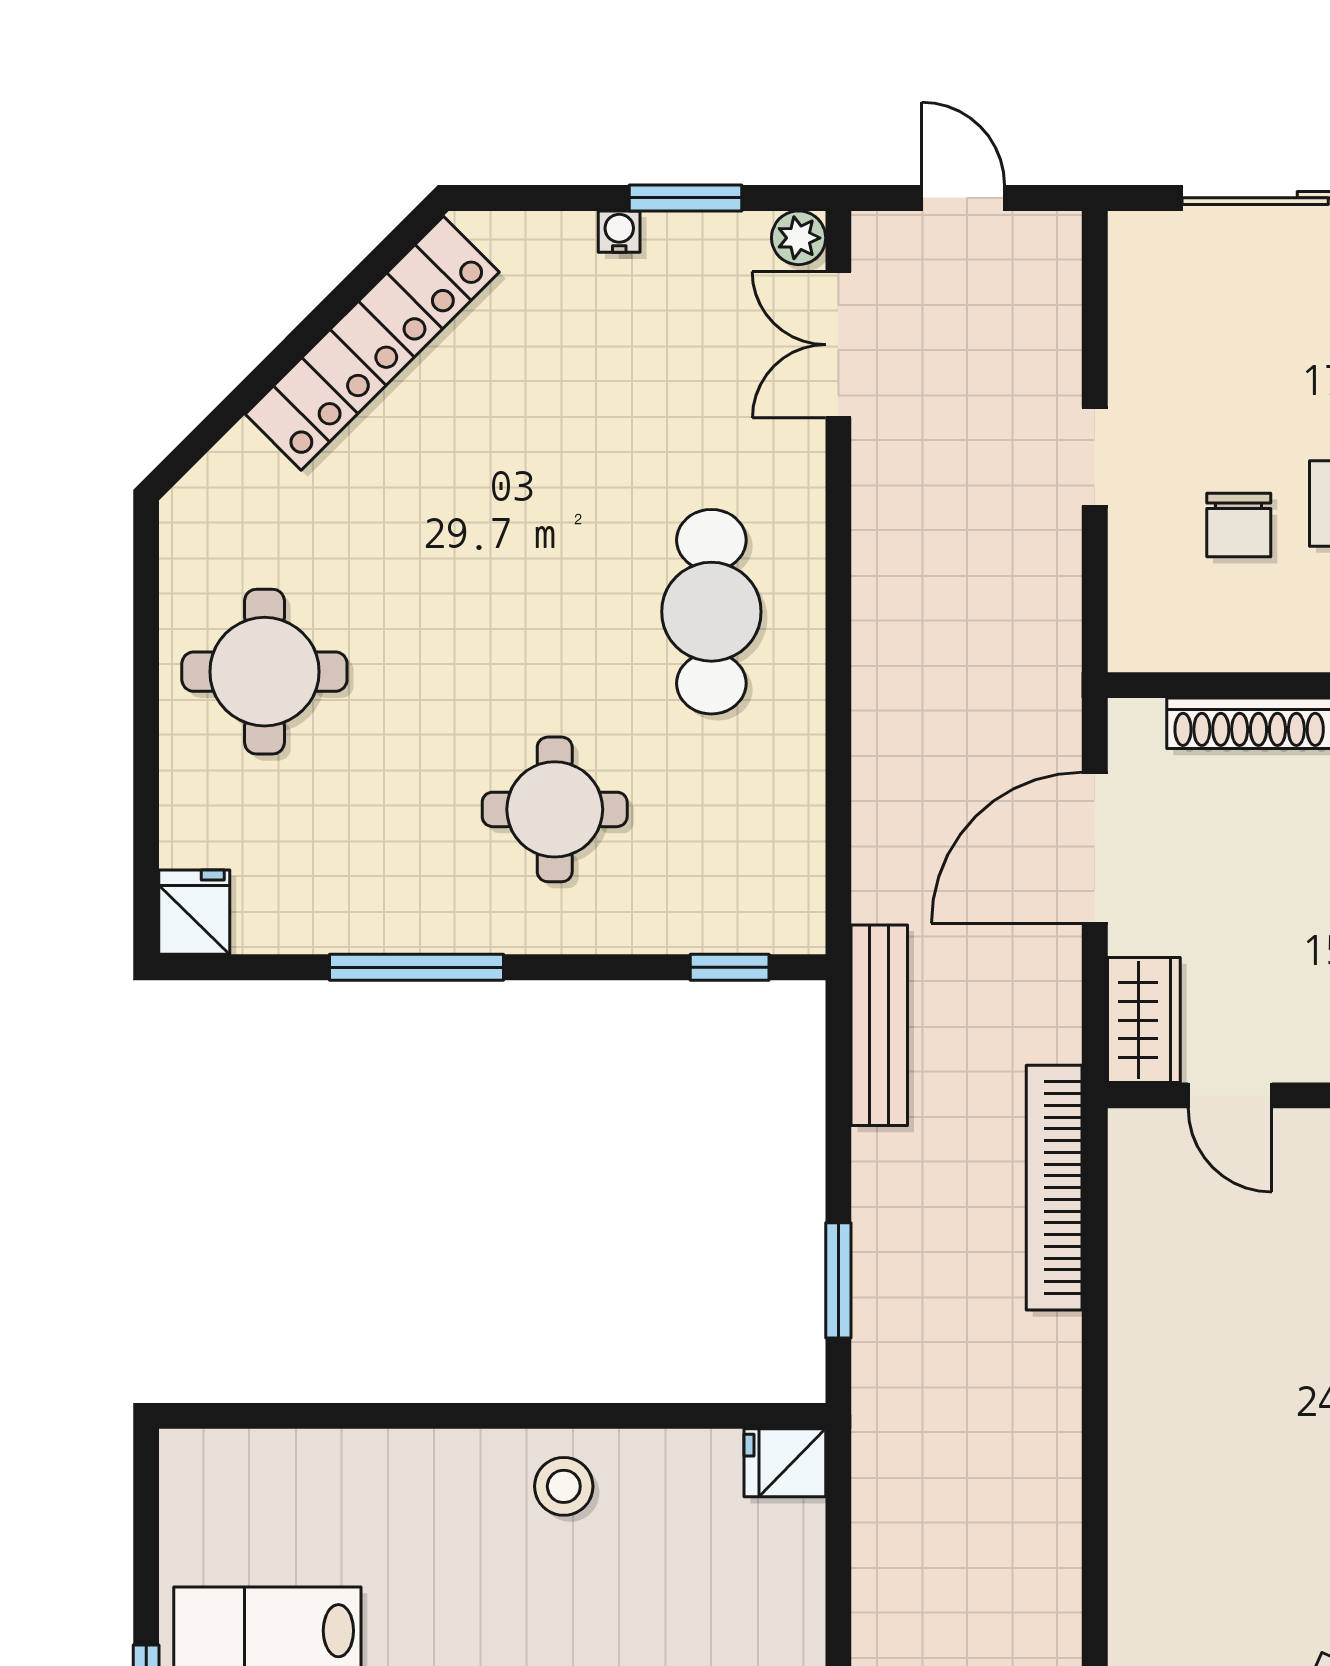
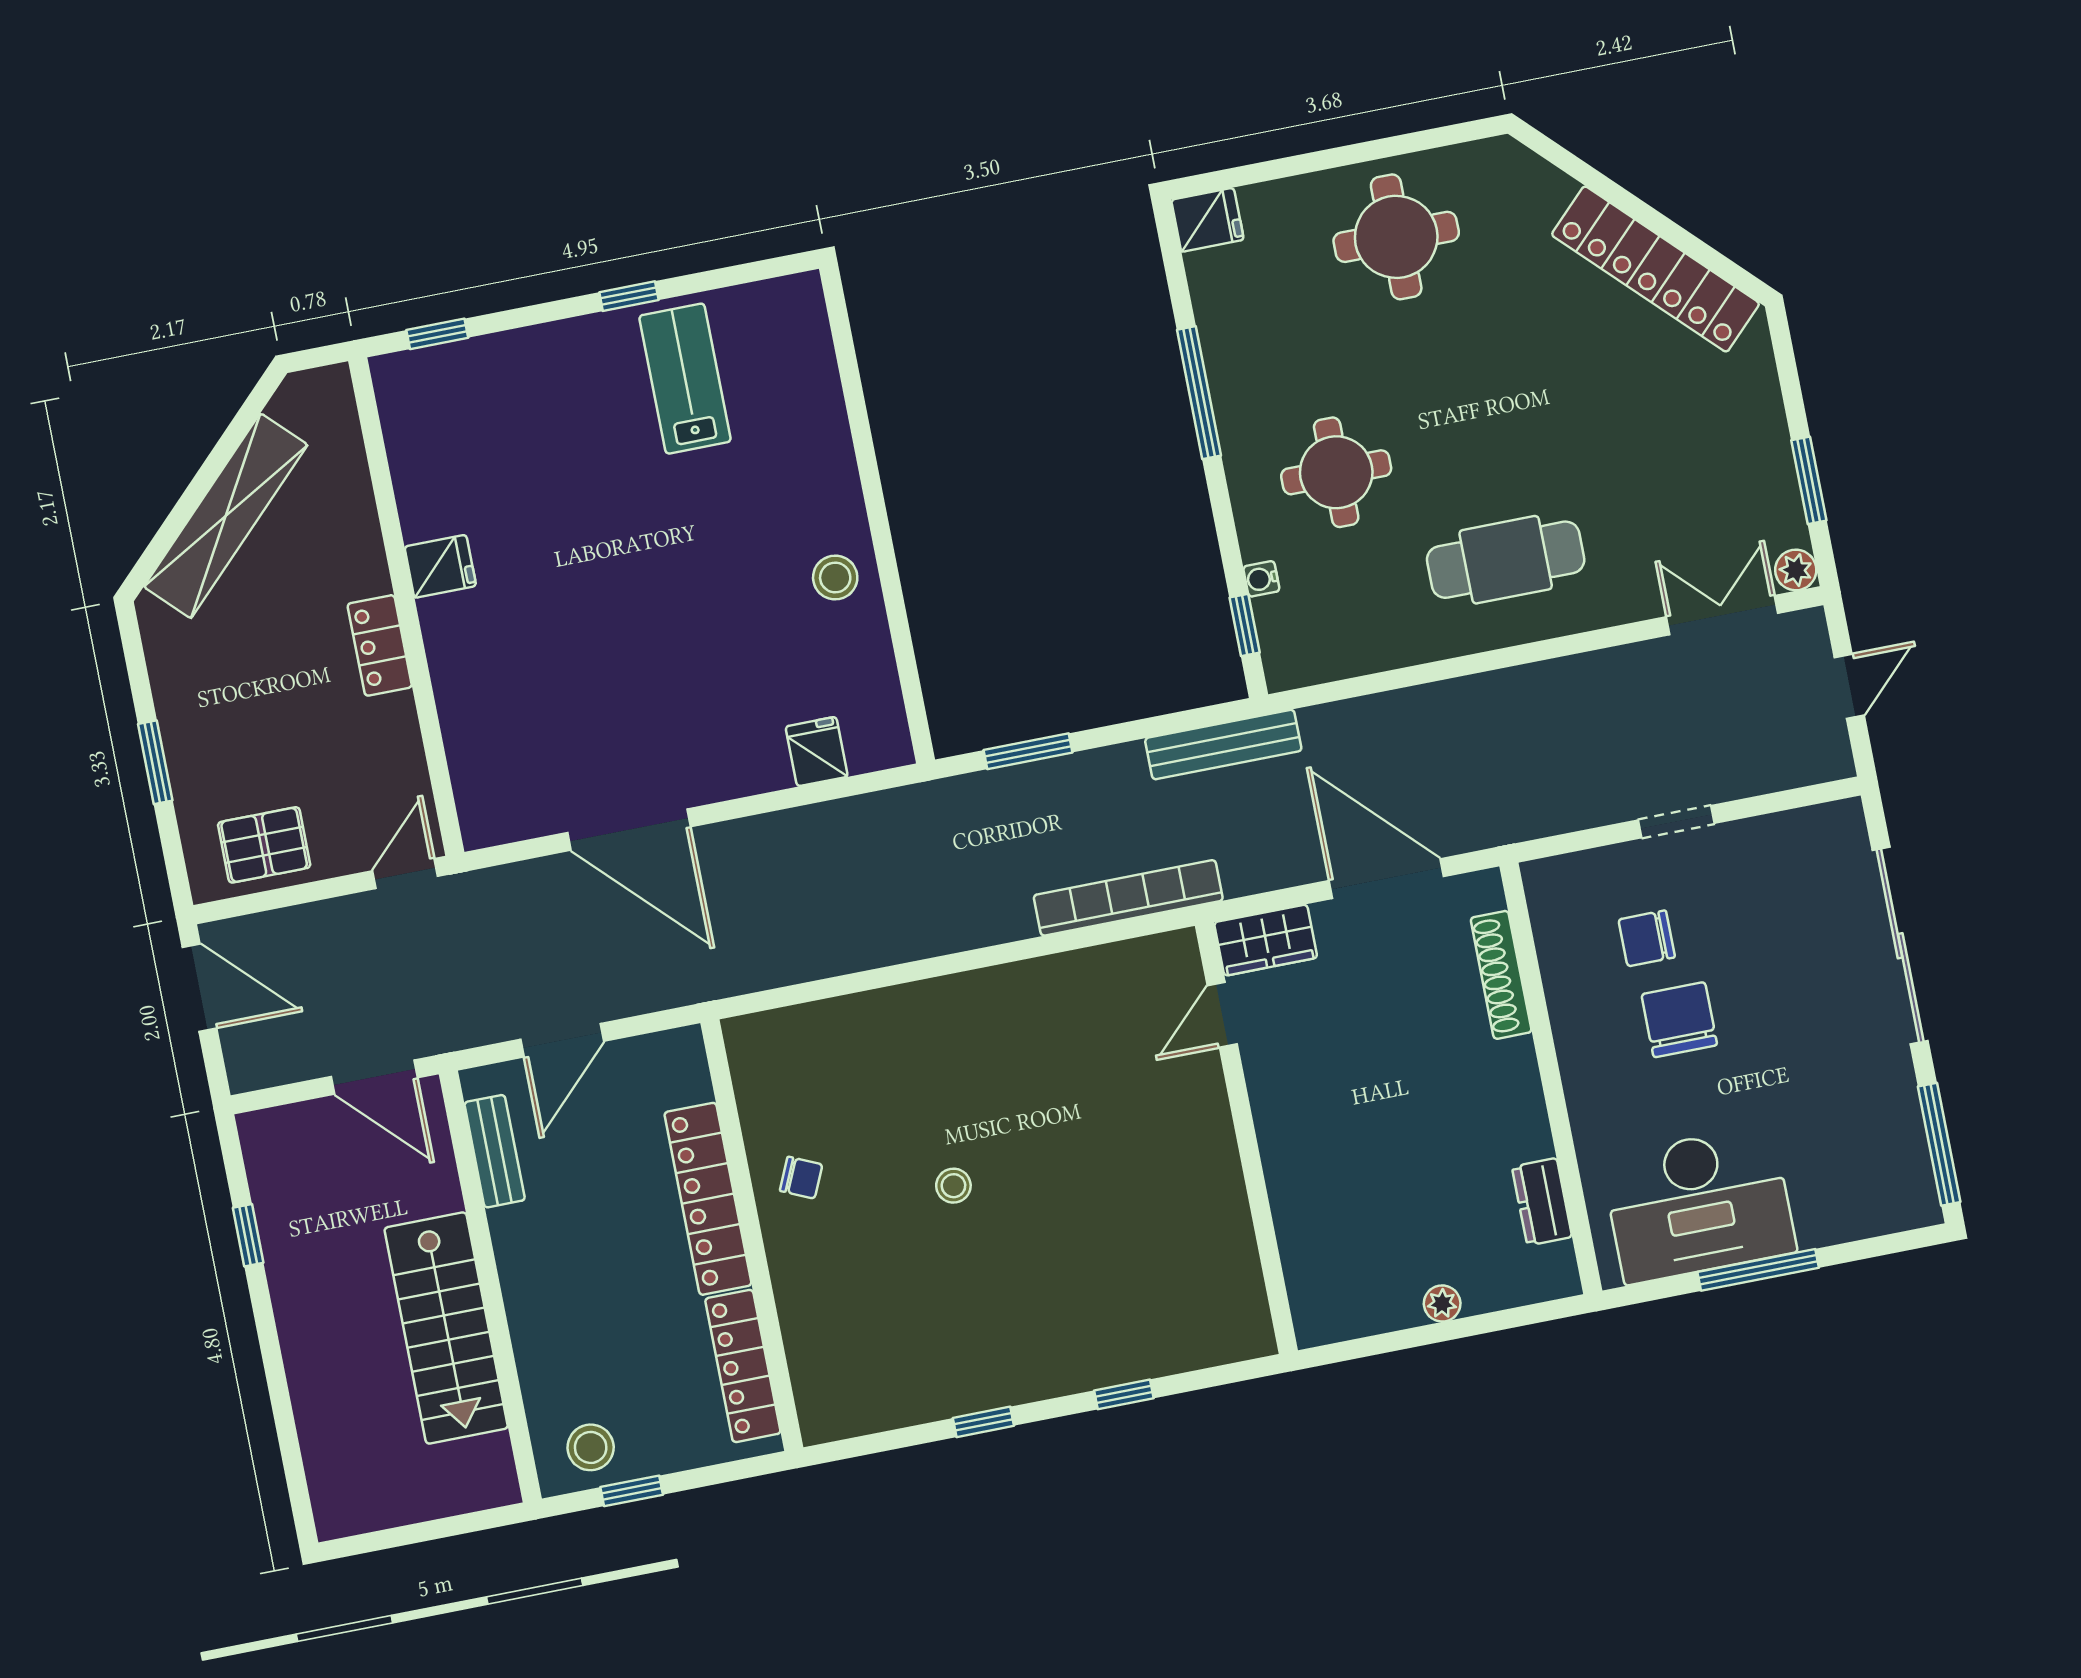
water cooler: (619, 232) -> (1261, 579), moved, turned 180
fridge: (785, 1463) -> (817, 752), moved

